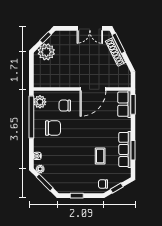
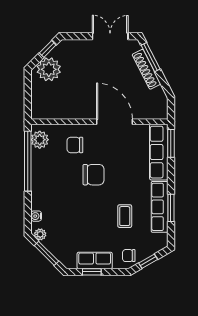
double door: (90, 28) -> (110, 36), swing flipped
door: (93, 89) -> (115, 122), swing flipped
row of seats: (124, 104) -> (159, 152), width x1.48
chair: (53, 128) -> (94, 175), moved
row of seats: (79, 187) -> (95, 260), added

